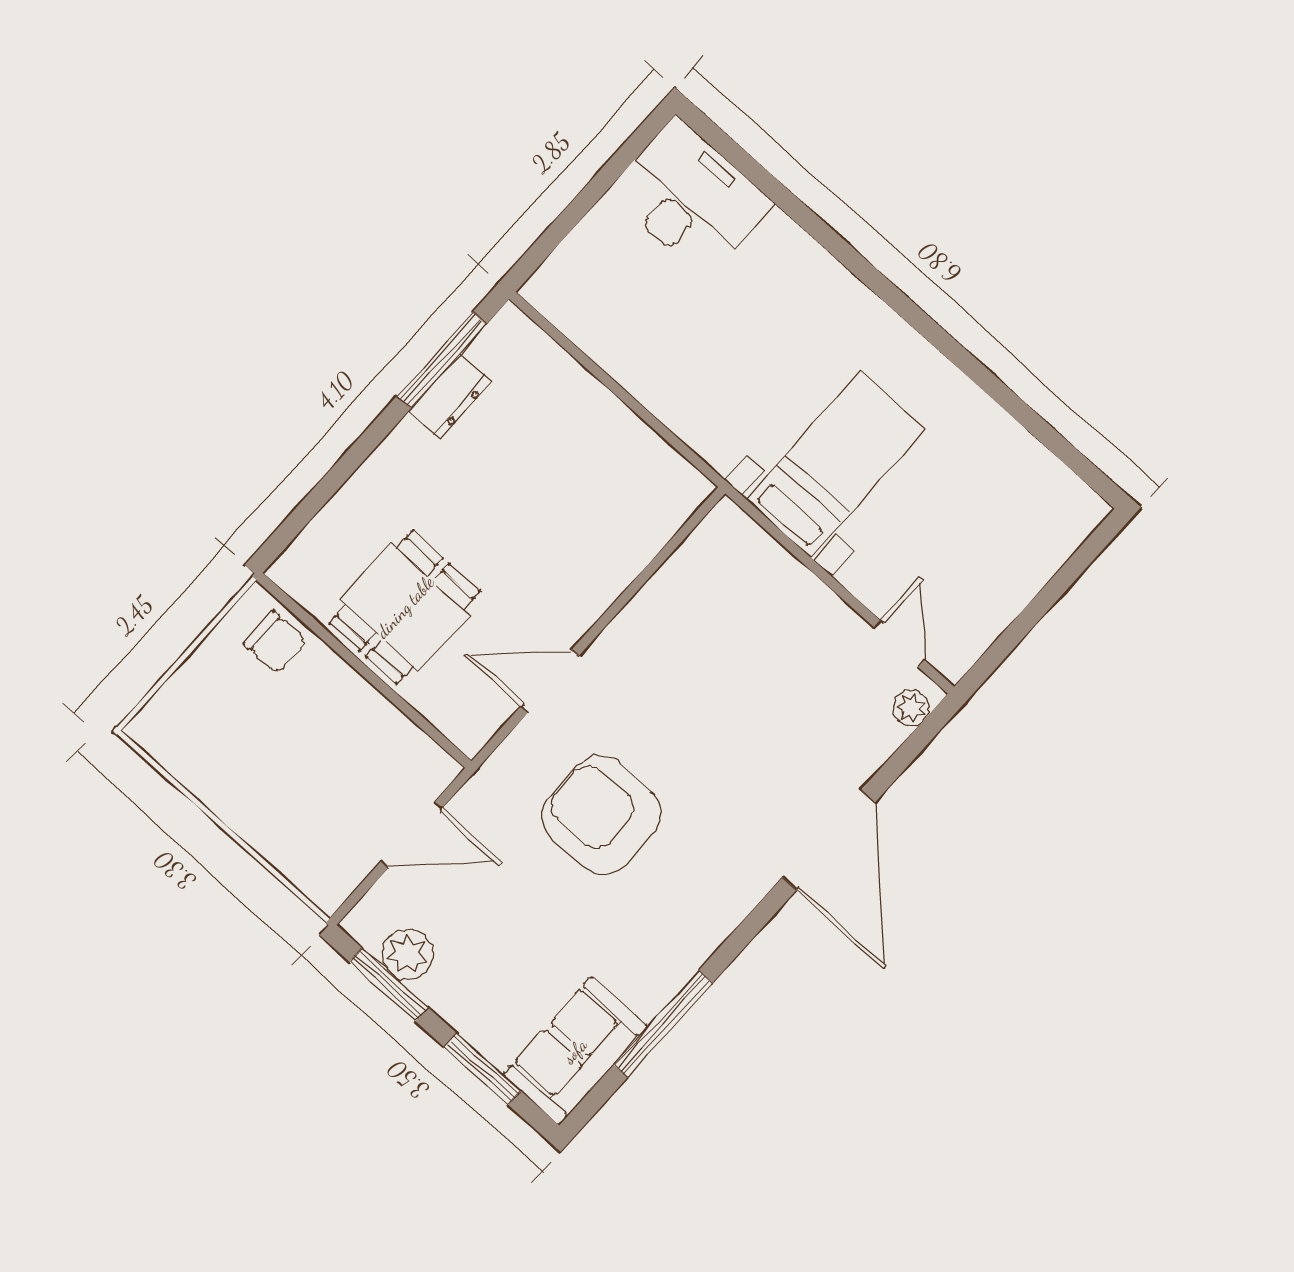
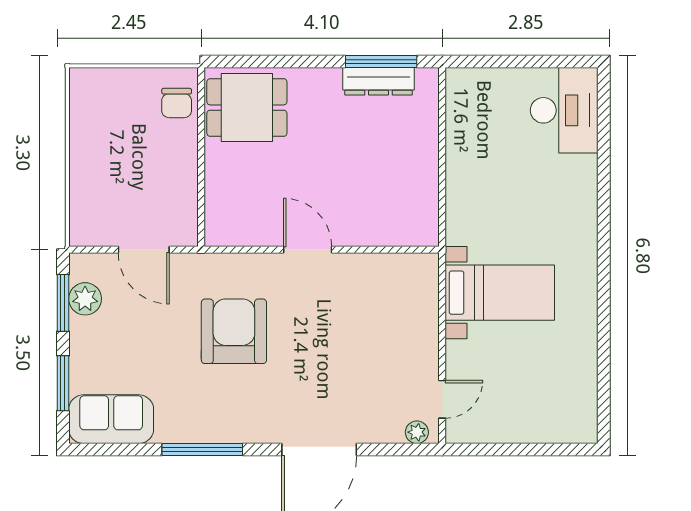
dresser: (450, 397) -> (379, 81), width x1.44
dining table: (405, 607) -> (247, 108), moved
door: (550, 681) -> (308, 250), moved
window: (663, 1024) -> (202, 450), moved

